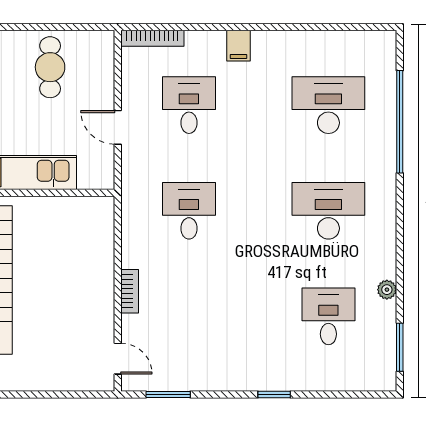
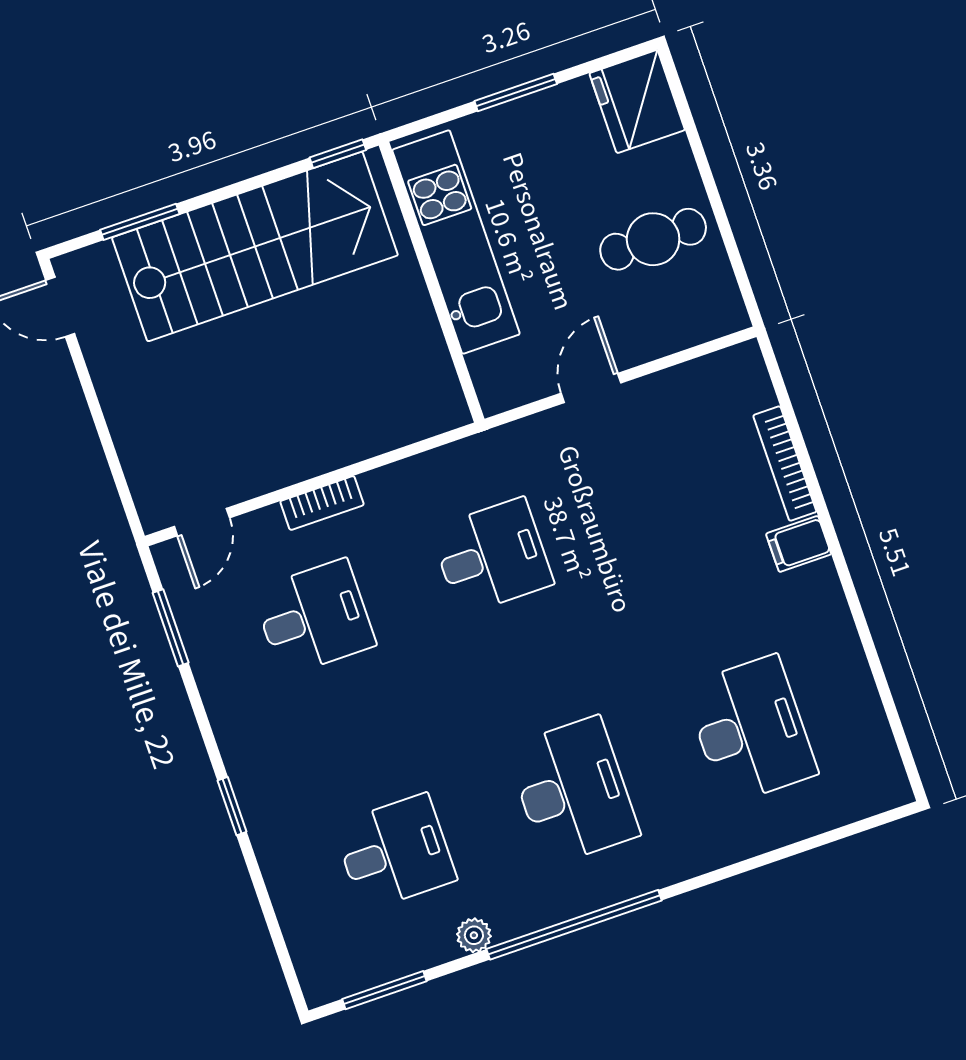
bookcase: (152, 38) -> (785, 464), moved
desk: (189, 105) -> (314, 618), moved
window: (400, 122) -> (574, 925), moved

